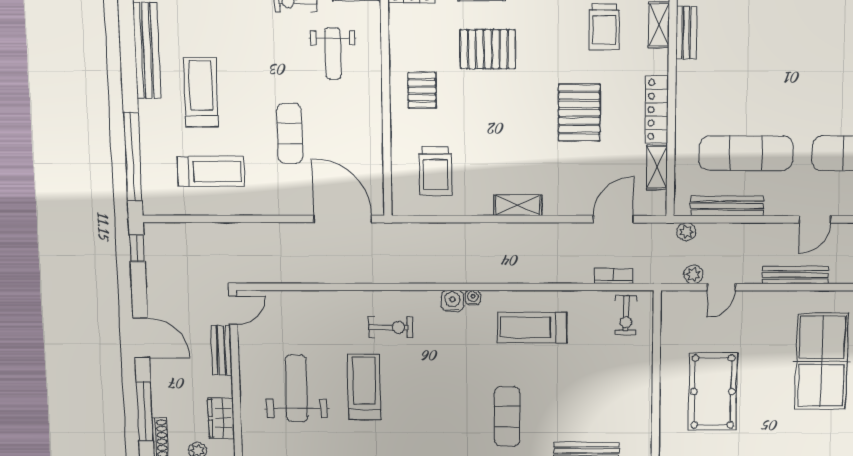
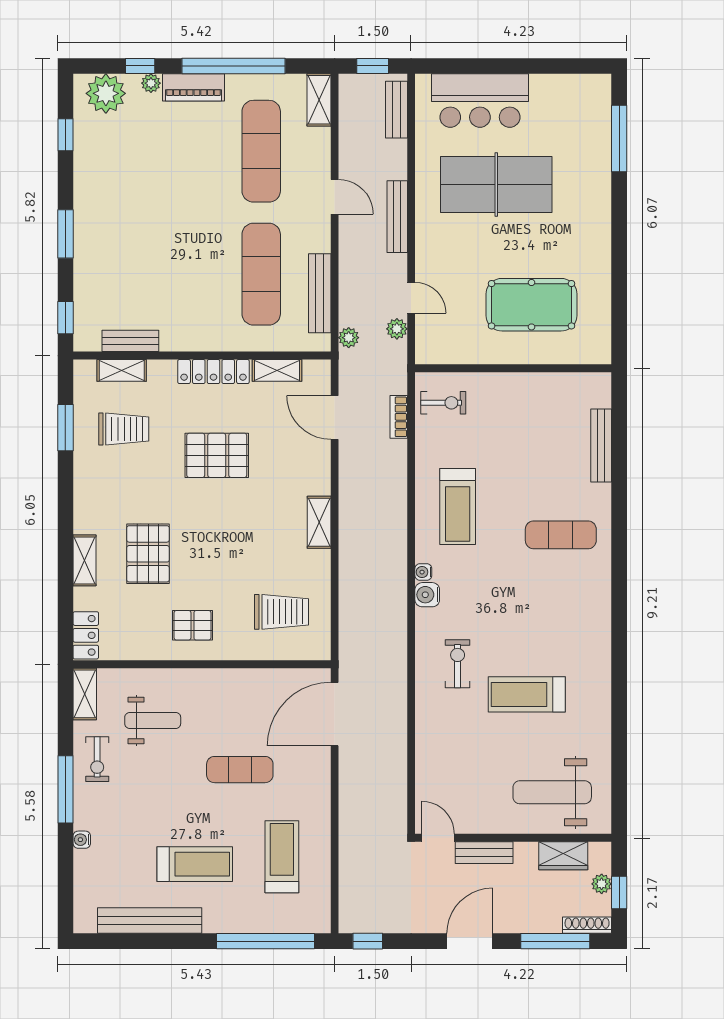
treadmill: (201, 92) -> (195, 864), turned 180
weight bench: (296, 388) -> (552, 792), moved

